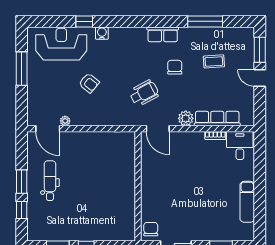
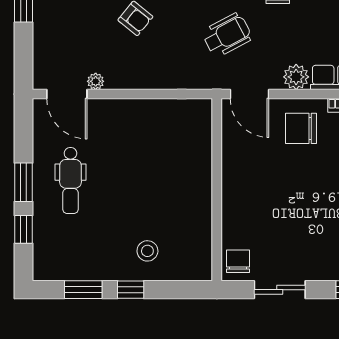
chair: (189, 149) -> (301, 128), added
dental chair: (50, 181) -> (70, 180), turned 180
stool: (96, 223) -> (147, 251), added

